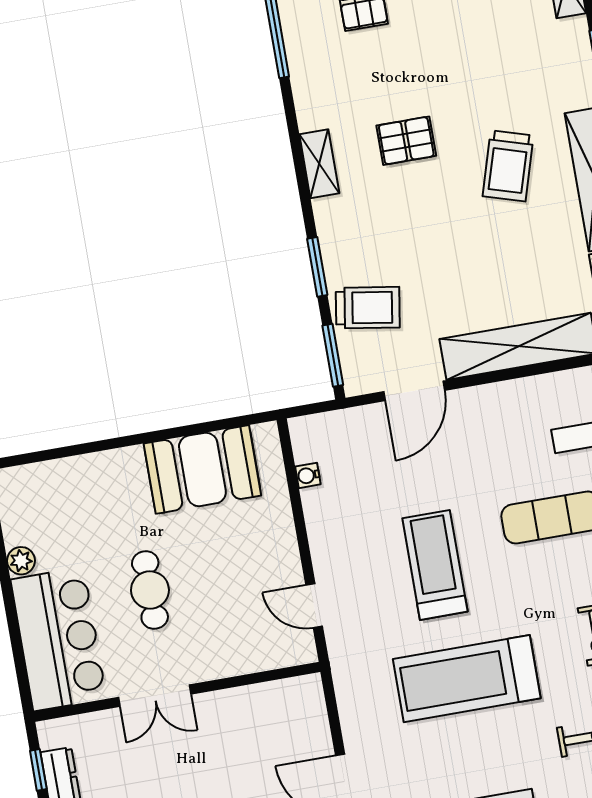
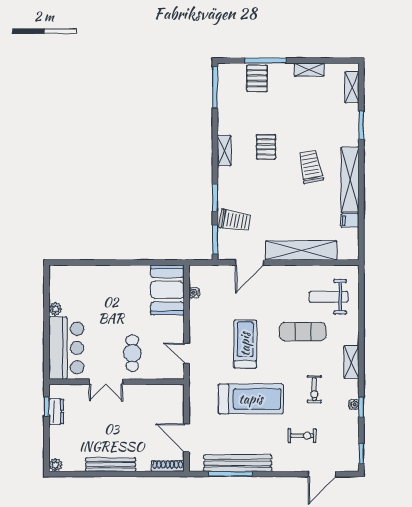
pallet: (406, 141) -> (266, 147), turned 90
trolley: (508, 166) -> (311, 167), turned 152
booth: (202, 469) -> (167, 290), moved, turned 90
cafe table: (150, 590) -> (132, 353), moved
treadmill: (467, 679) -> (251, 399), turned 180

